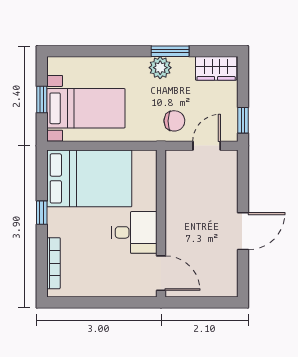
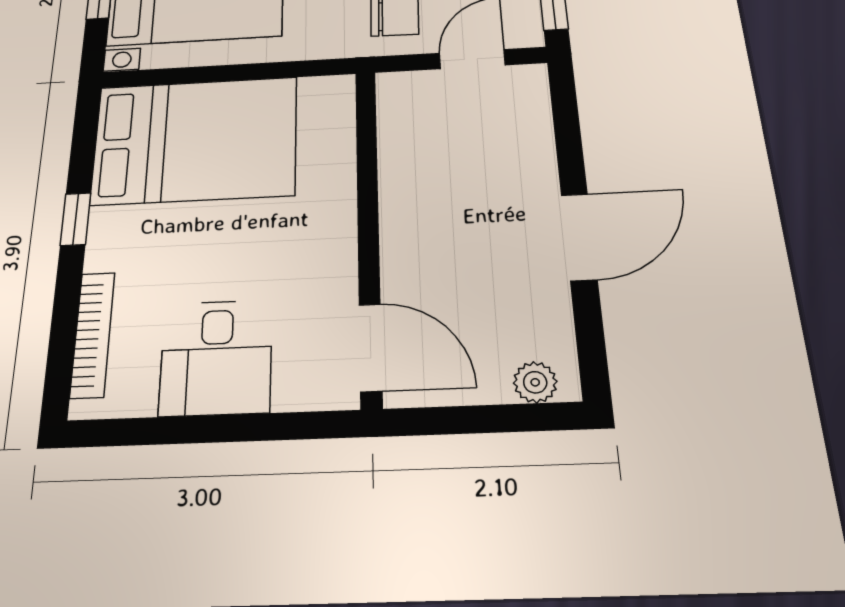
desk: (134, 232) -> (216, 357), moved, turned 90
plant: (221, 289) -> (535, 382), added

